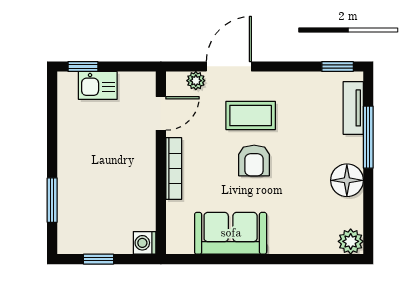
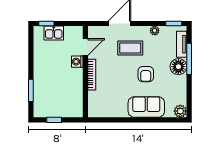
plant: (196, 81) -> (155, 31), moved
armchair: (254, 160) -> (146, 74), moved
floor lamp: (347, 180) -> (178, 67), moved
sofa: (231, 233) -> (146, 107), moved
washing machine: (145, 243) -> (77, 62), moved

